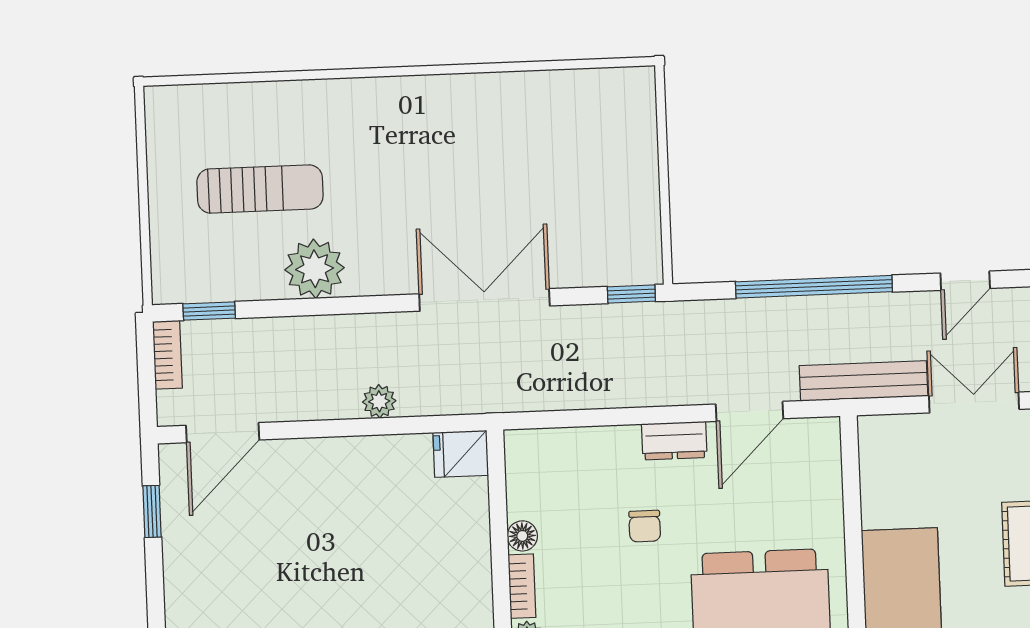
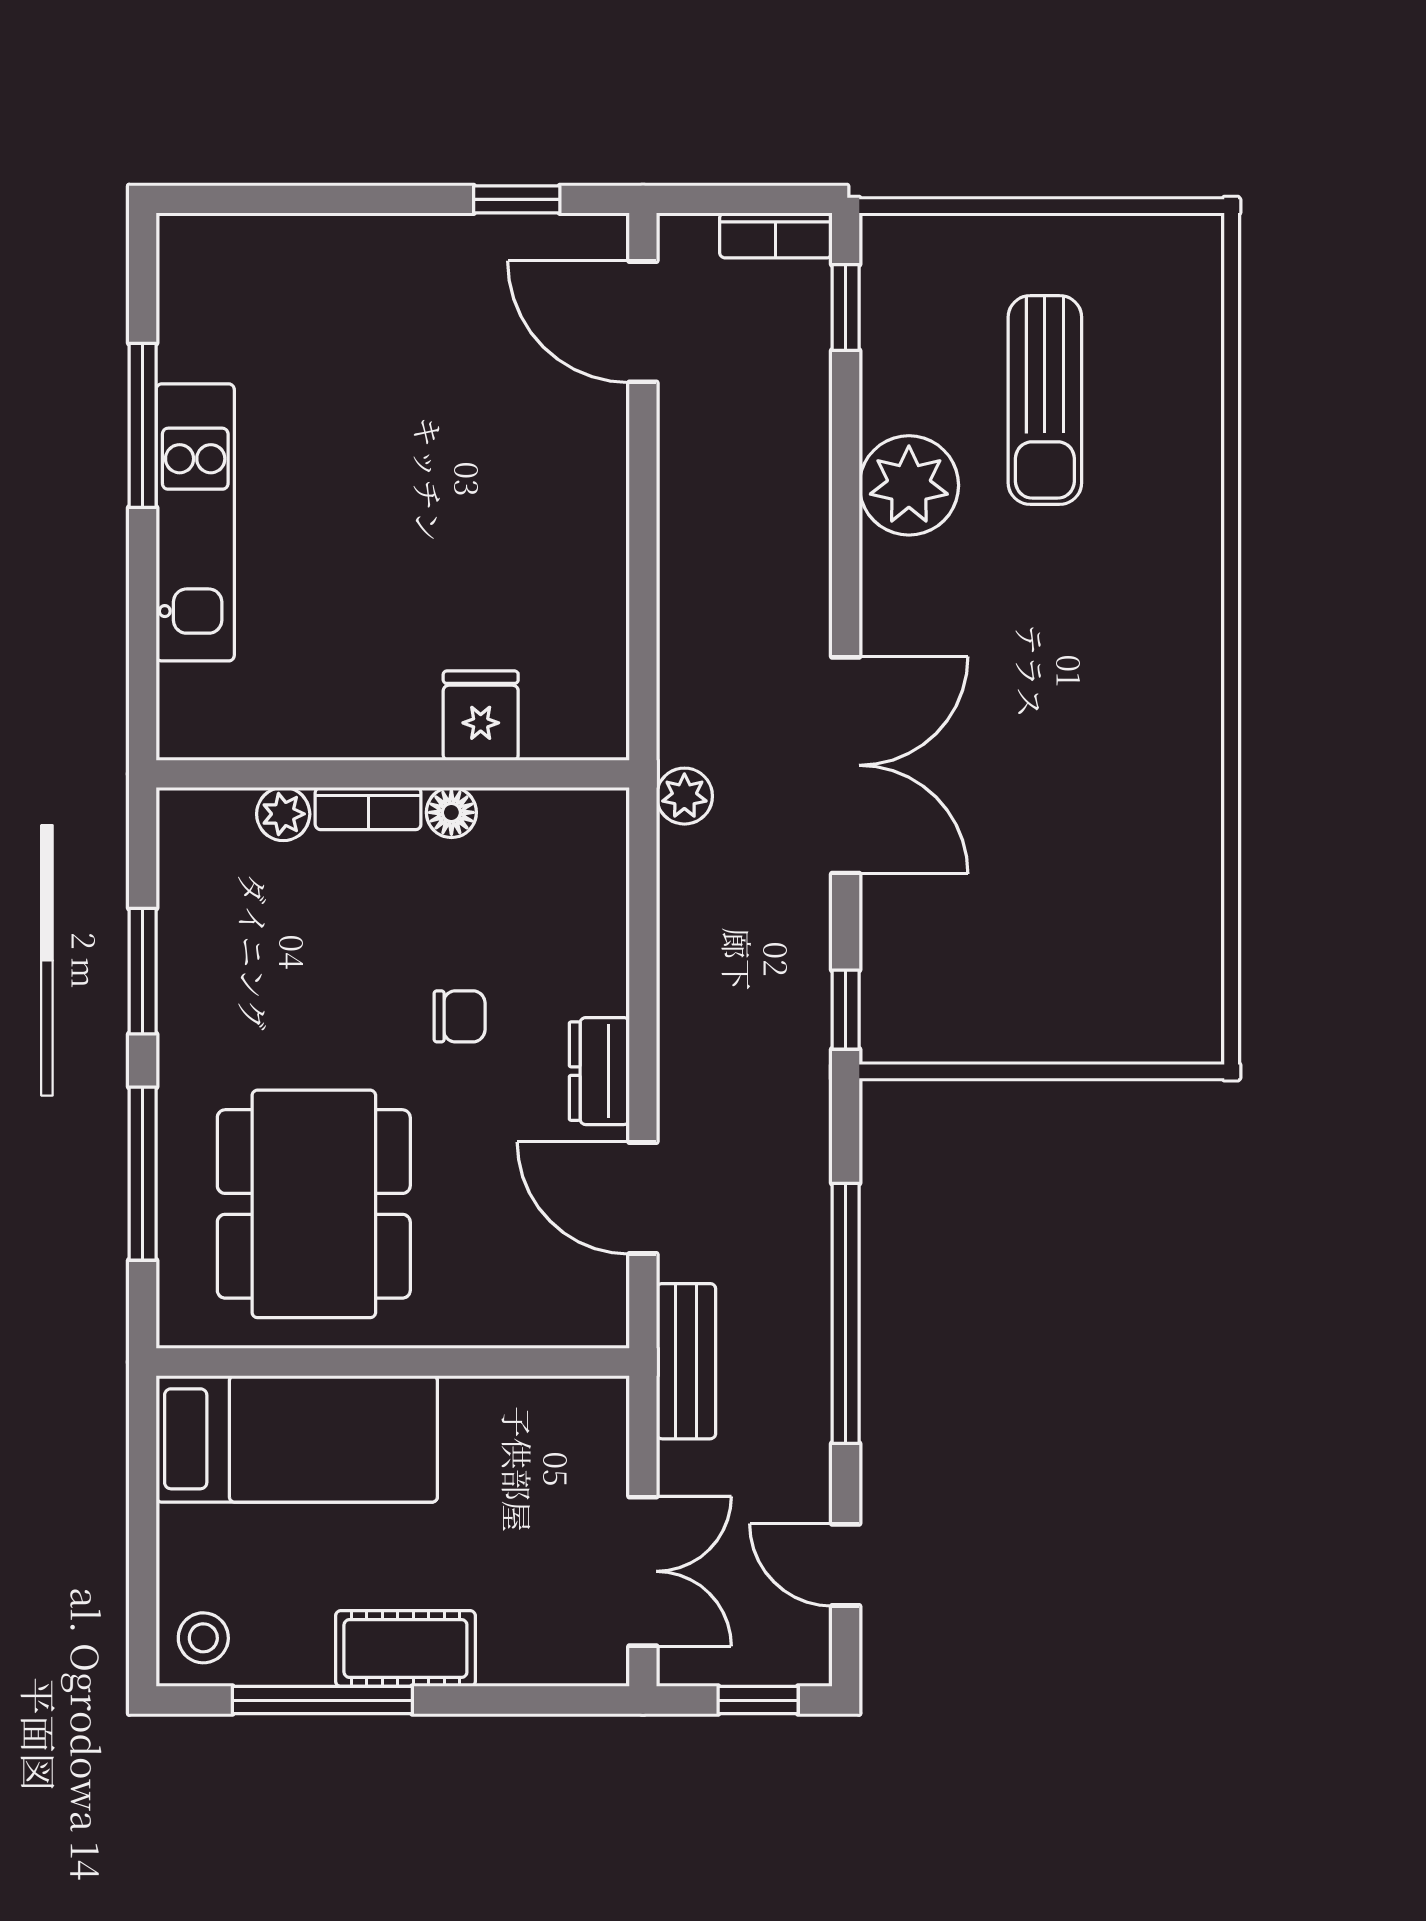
bench: (864, 381) -> (686, 1361), width x0.73
plant: (379, 401) -> (684, 796), moved
fridge: (461, 454) -> (481, 716), moved
chair: (645, 526) -> (460, 1016), turned 180

